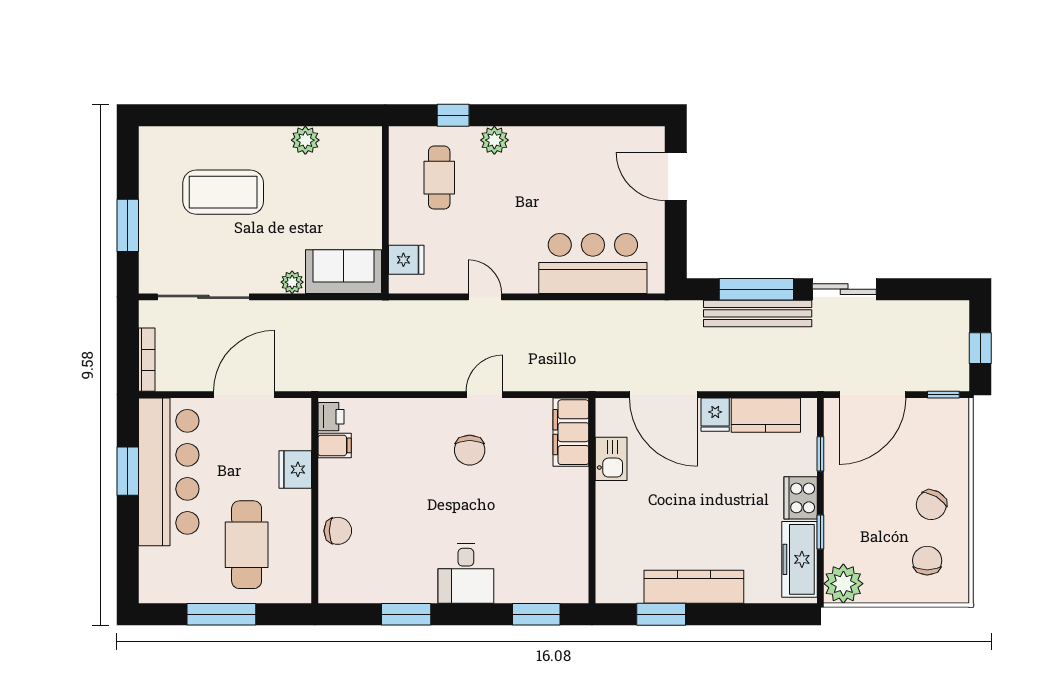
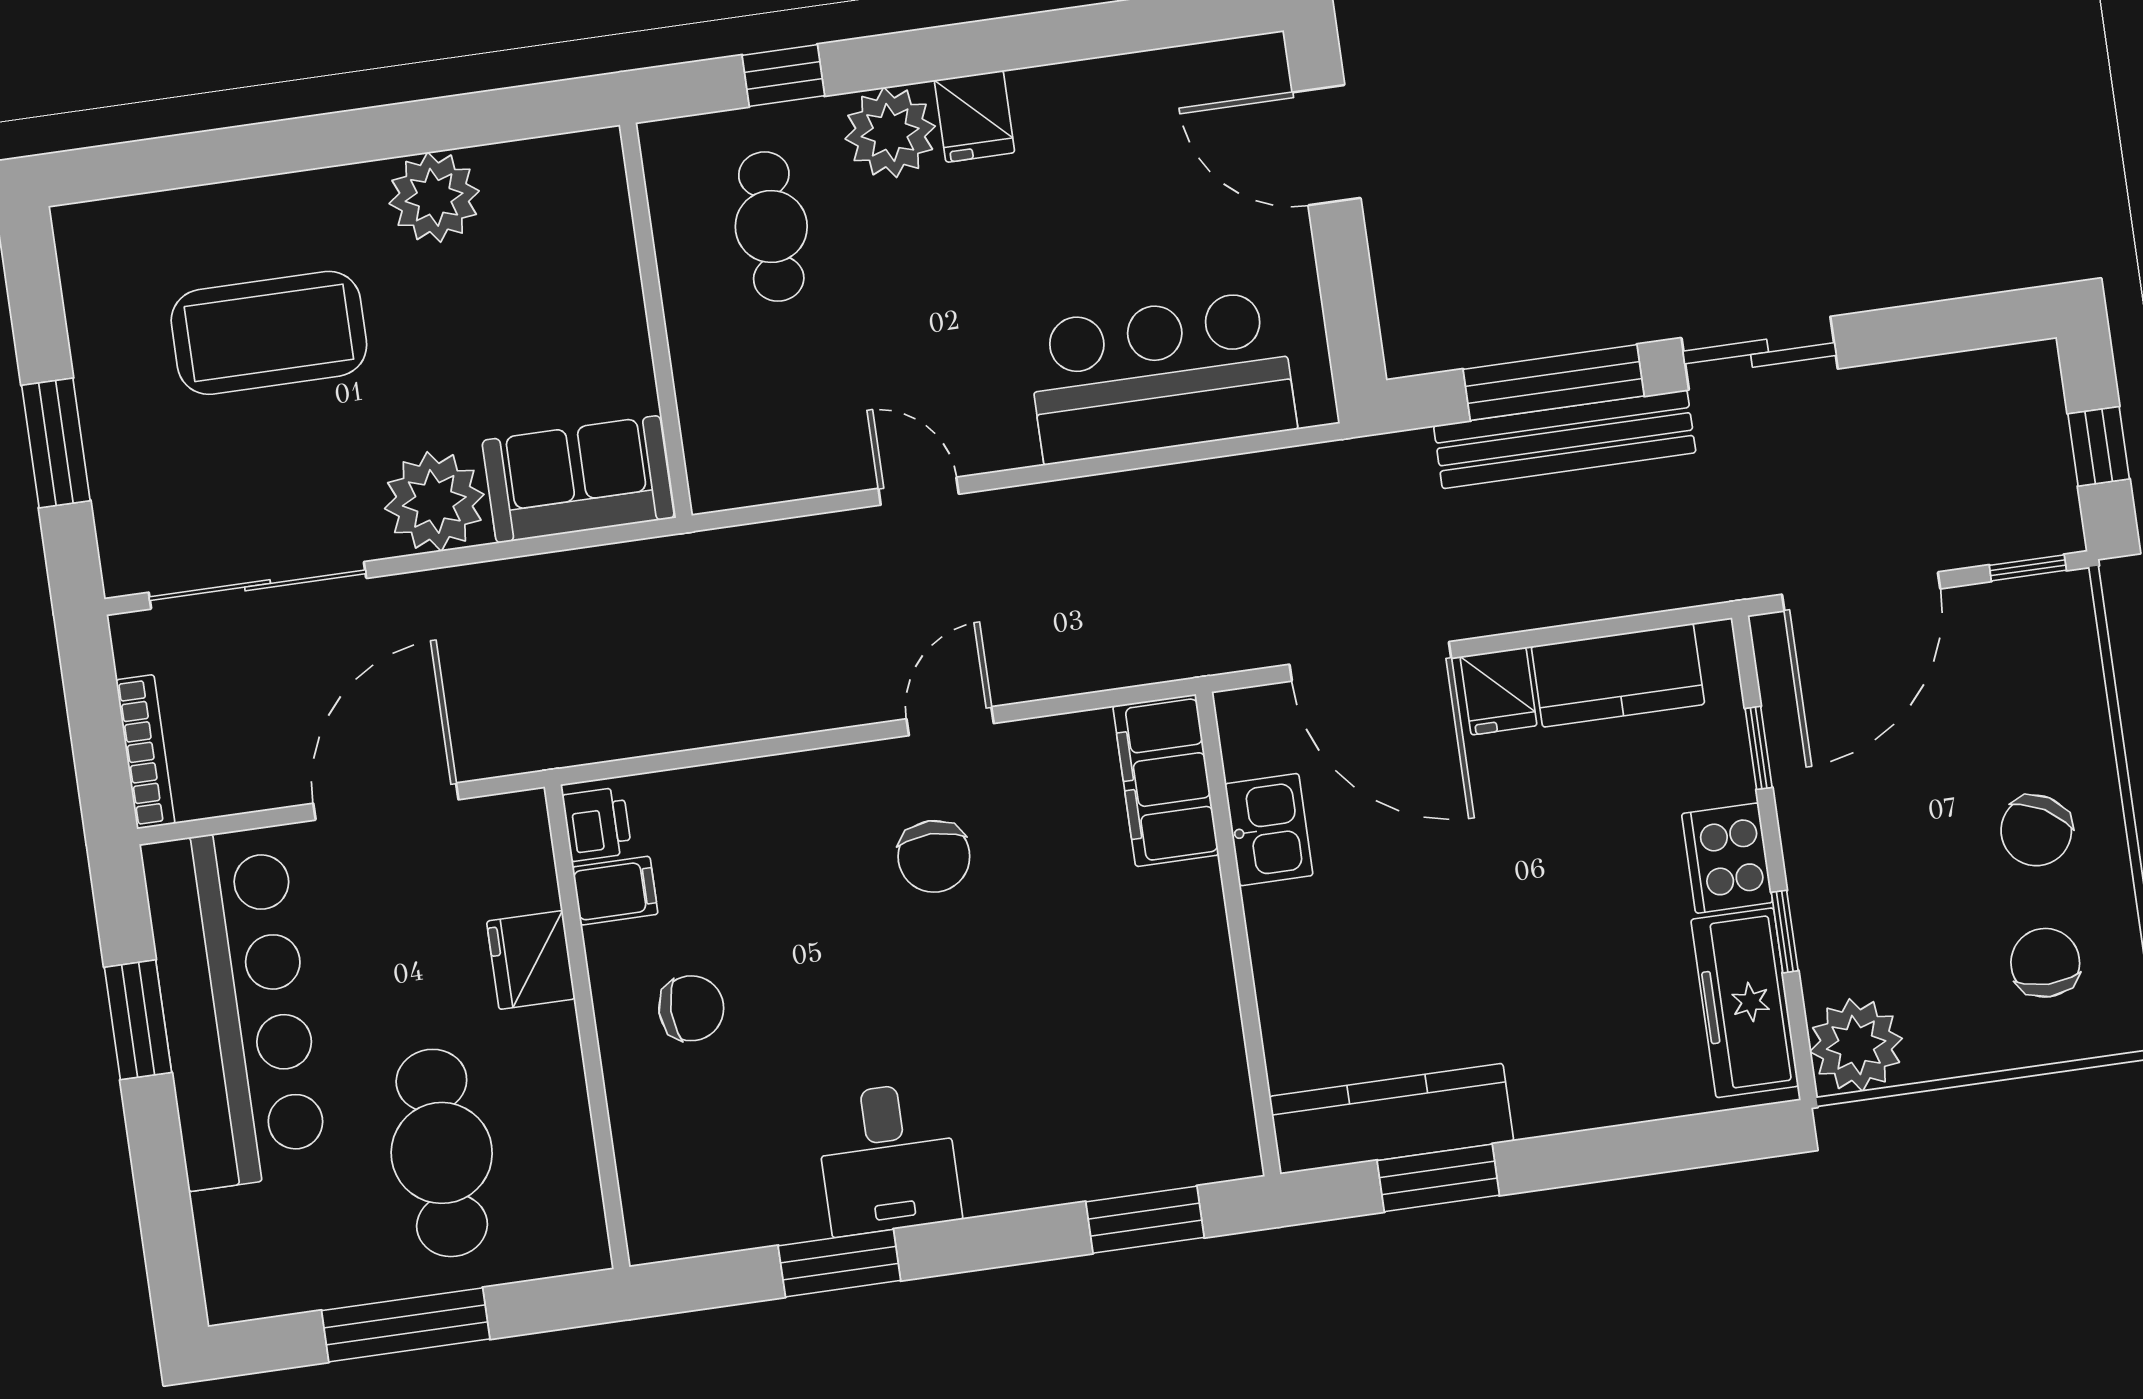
plant: (305, 140) -> (434, 197), width x1.36, depth x1.36
plant: (494, 140) -> (890, 132), width x1.36, depth x1.36
fridge: (406, 260) -> (974, 116), moved, turned 90
plant: (292, 282) -> (434, 501), width x1.88, depth x1.88
chair: (338, 531) -> (691, 1008), moved
desk: (466, 573) -> (888, 1158), moved
kitchen counter: (694, 587) -> (1391, 1119), moved

